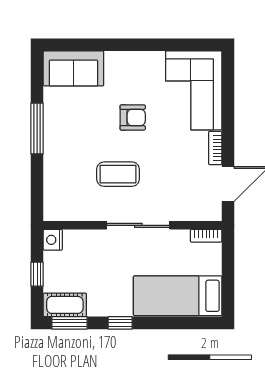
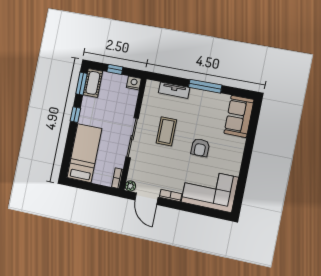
tv unit: (52, 175) -> (174, 90), added
plant: (214, 213) -> (130, 186), added

